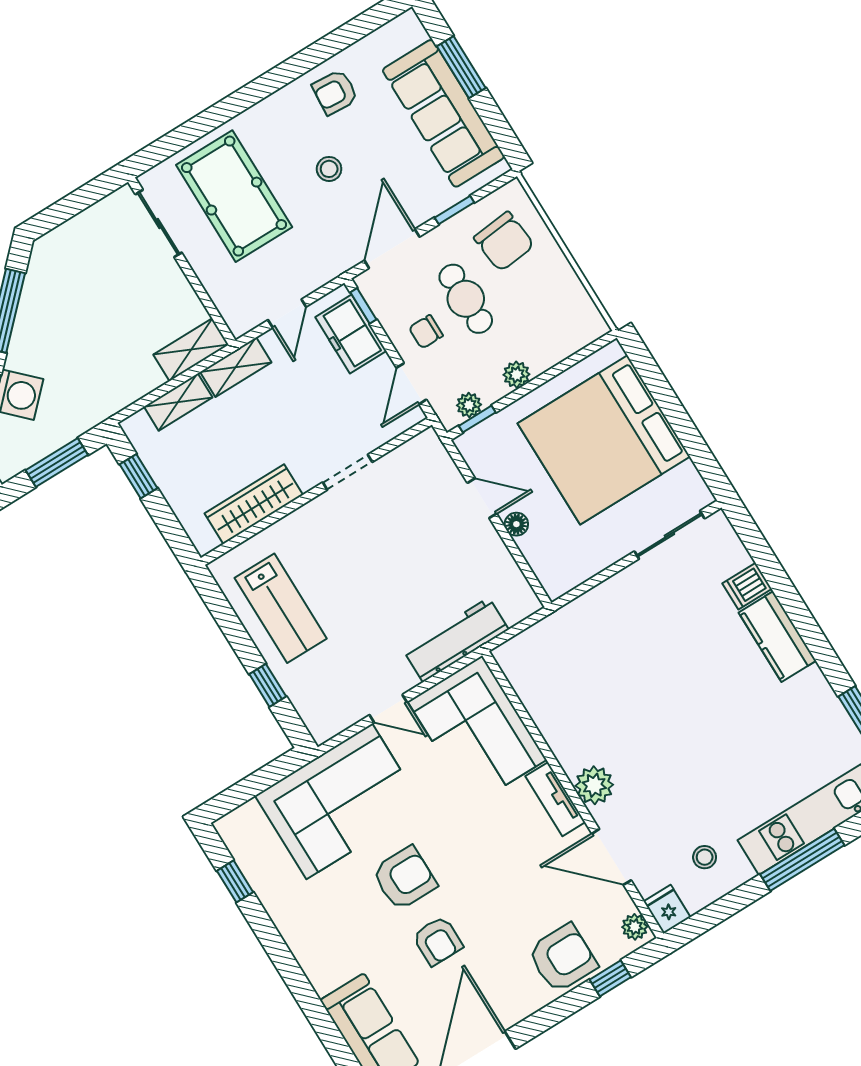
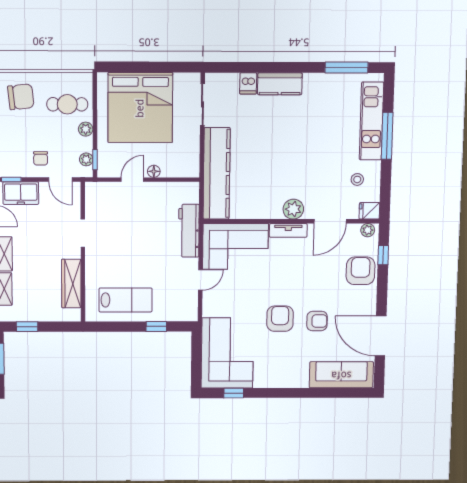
cafe table: (466, 299) -> (67, 104), moved
kitchen counter: (575, 626) -> (217, 173), added
corner sofa: (339, 801) -> (227, 353), moved

